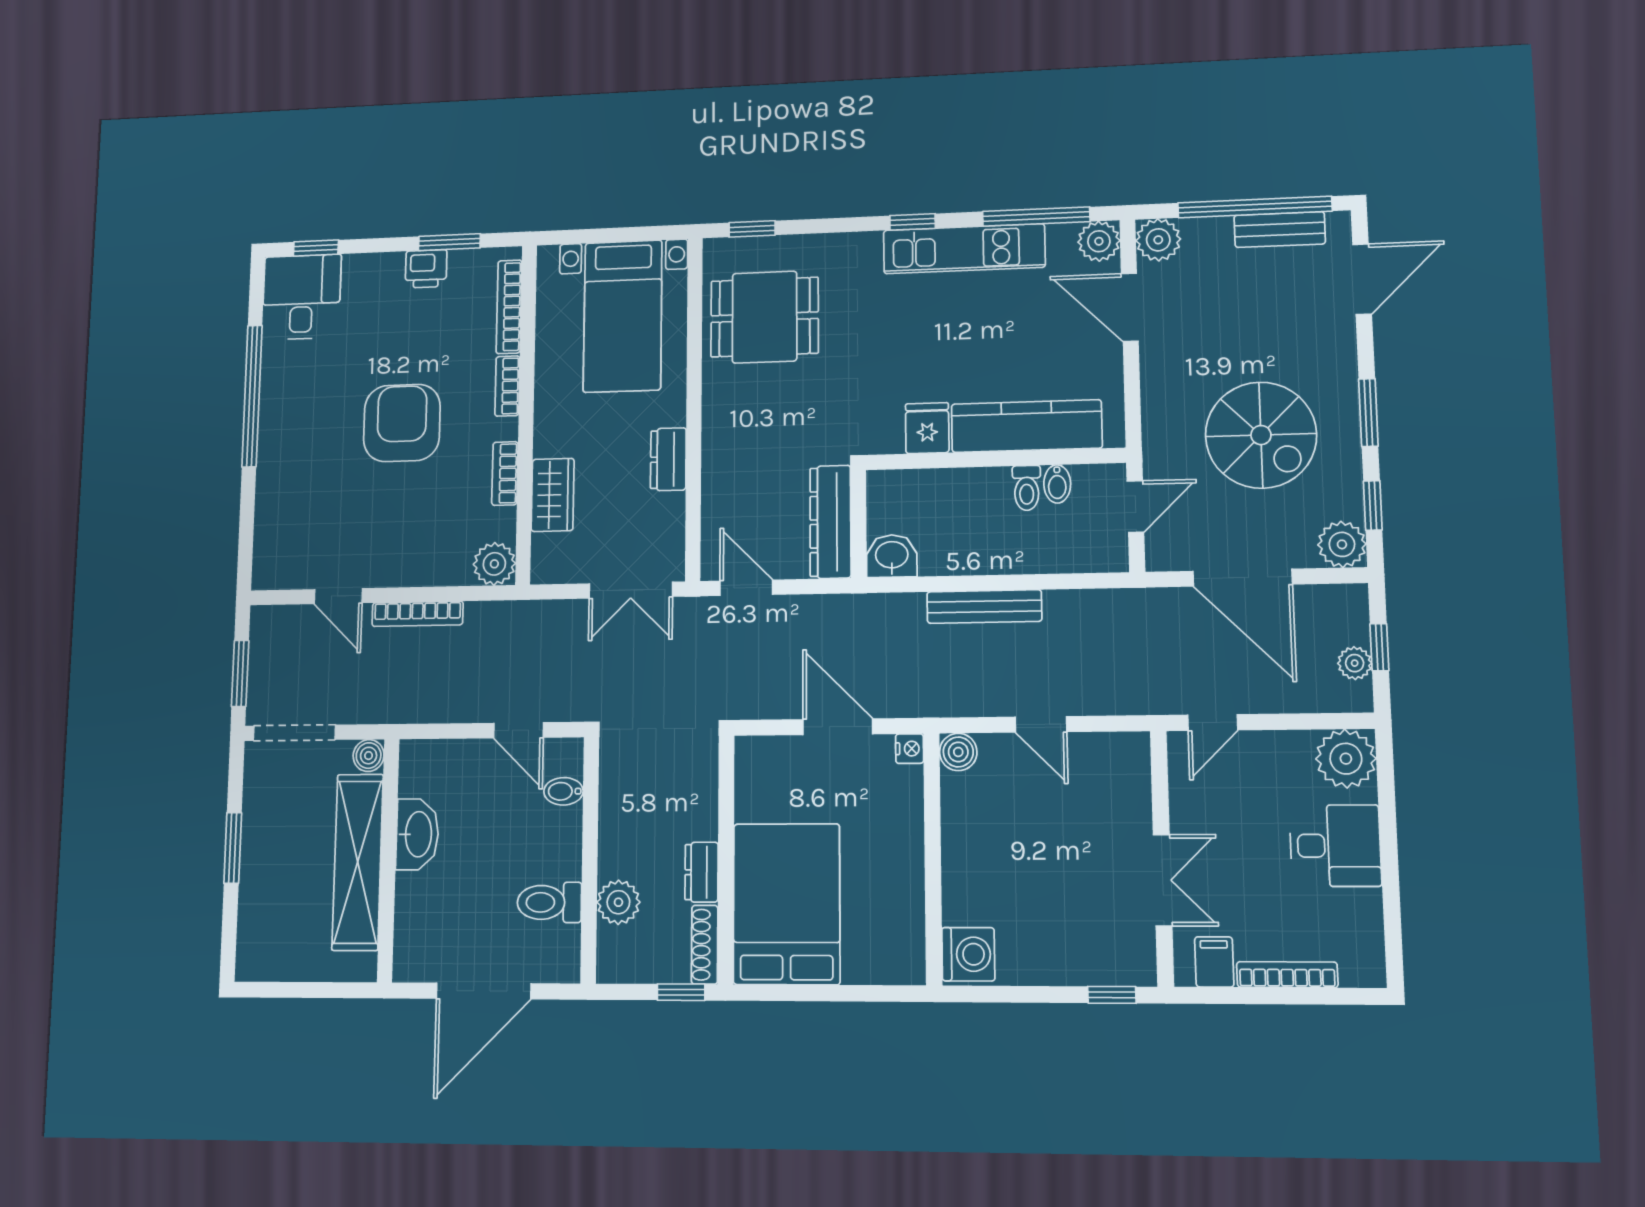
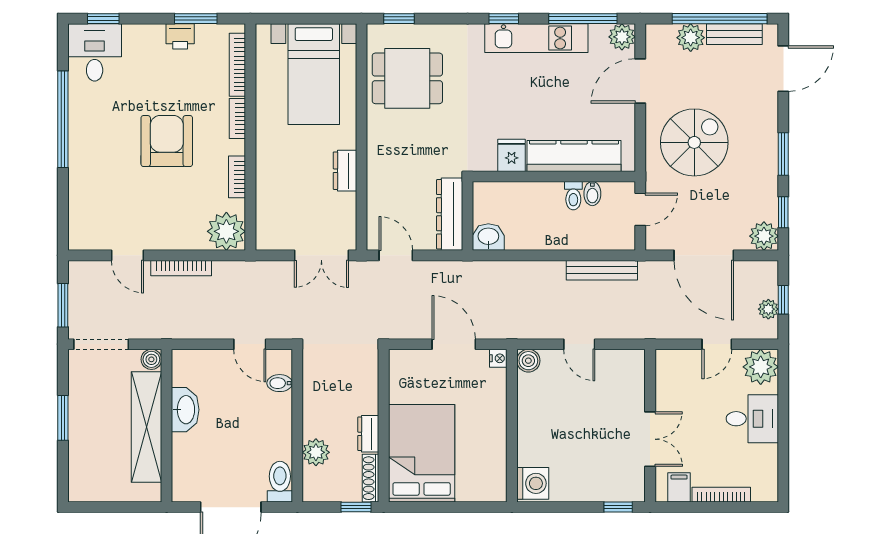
plant: (1158, 240) -> (691, 38), moved
door: (1130, 307) -> (640, 81), hinge flipped
spiral stairs: (1261, 435) -> (694, 142), moved, turned -90
wardrobe: (553, 495) -> (269, 192), removed
plant: (494, 564) -> (226, 231), width x1.36, depth x1.36
bench: (984, 607) -> (602, 270), moved
door: (1213, 723) -> (717, 344), moved
toilet: (549, 902) -> (280, 482), moved, turned 90

